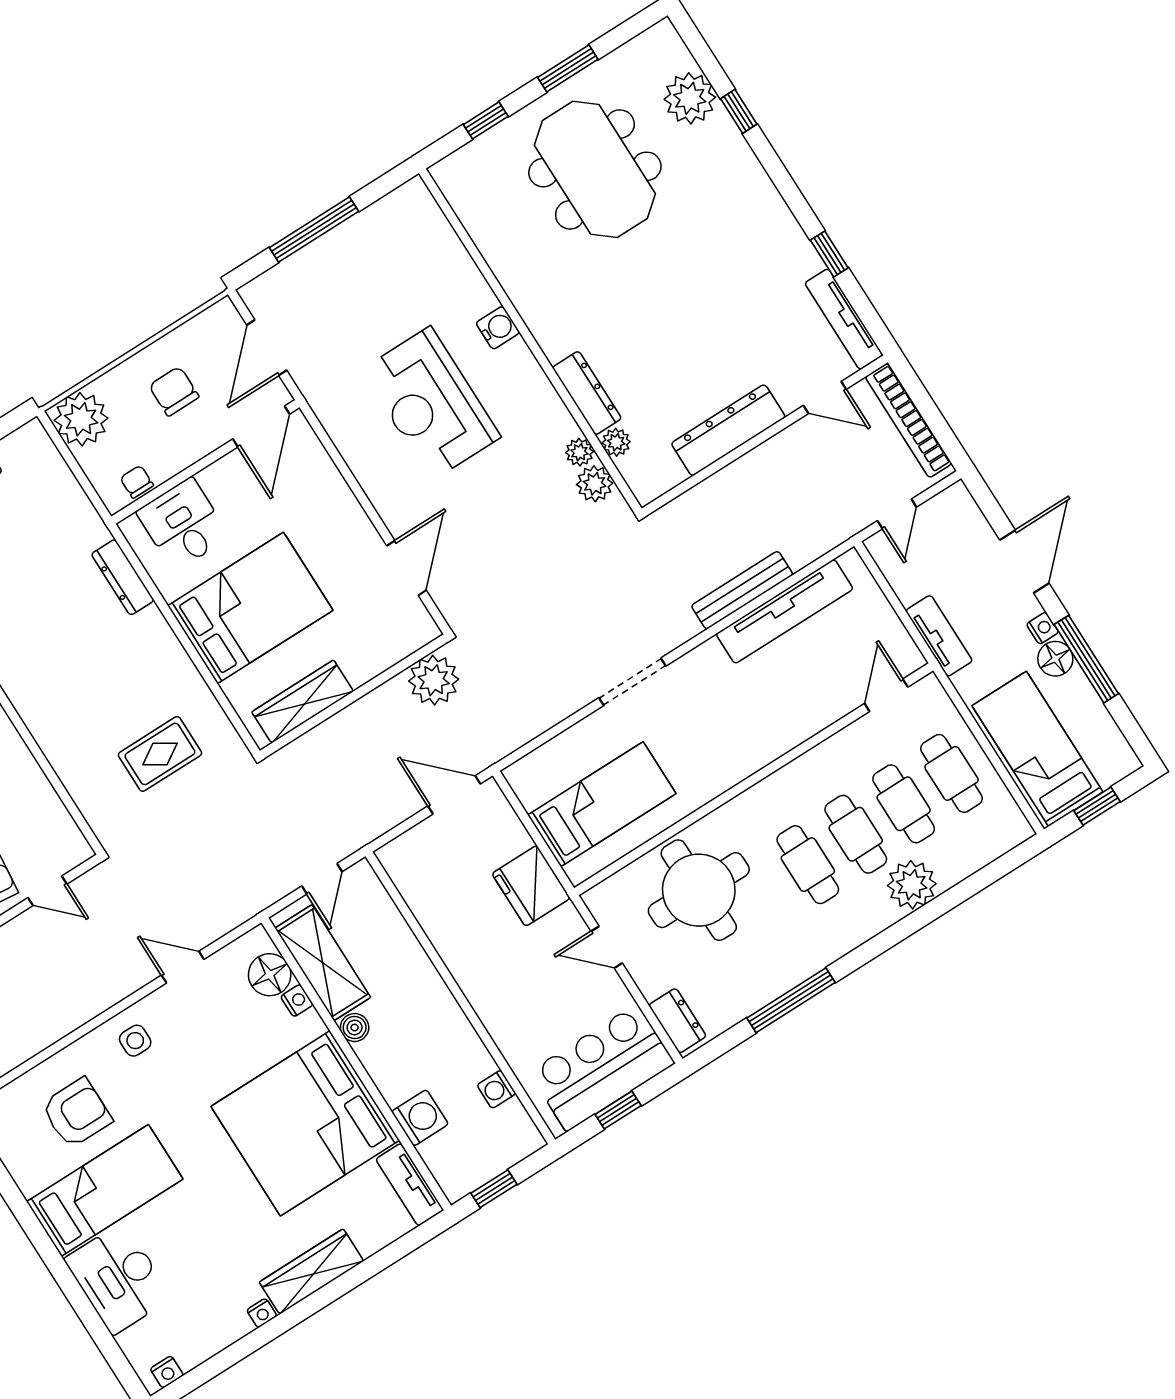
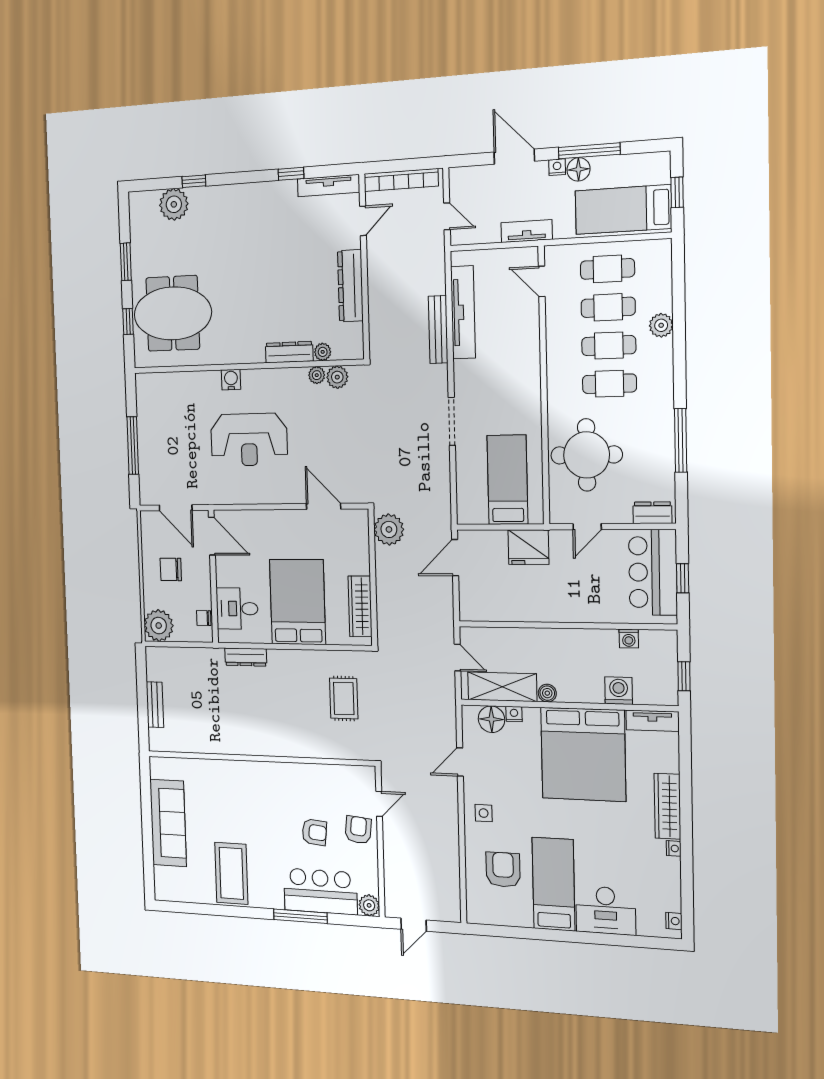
meeting table: (595, 169) -> (173, 313), moved
plant: (912, 885) -> (661, 325), width x0.73, depth x0.73

